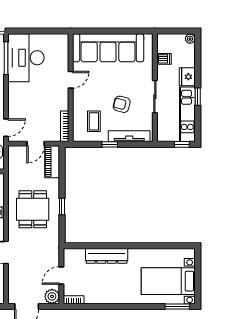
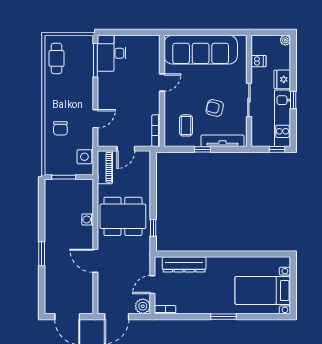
desk: (26, 58) -> (112, 53), width x0.73, depth x0.77
door: (6, 128) -> (95, 119), moved
piano: (52, 162) -> (105, 167), moved, turned 180
window: (62, 206) -> (153, 228), moved
dining table: (33, 209) -> (123, 216), width x1.38
dresser: (107, 256) -> (184, 264), moved
window: (177, 306) -> (224, 317), moved

